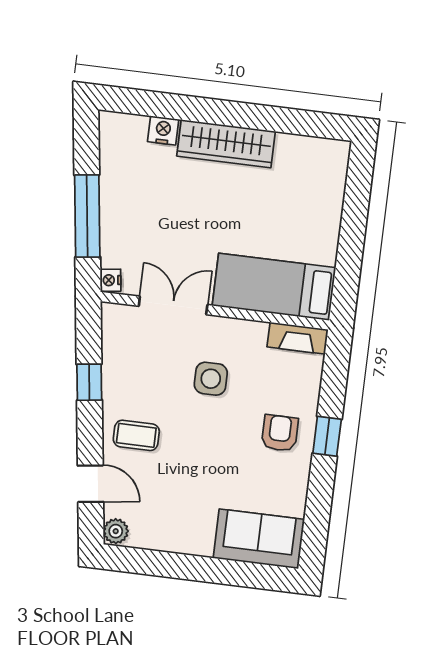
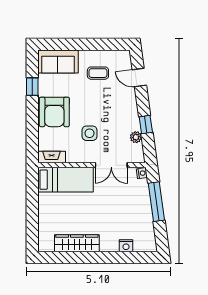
wardrobe: (226, 144) -> (77, 243), moved
armchair: (280, 433) -> (54, 112), width x1.88, depth x1.88
coffee table: (136, 435) -> (98, 73), moved
window: (327, 436) -> (32, 87), moved
plant: (116, 531) -> (136, 137), moved

